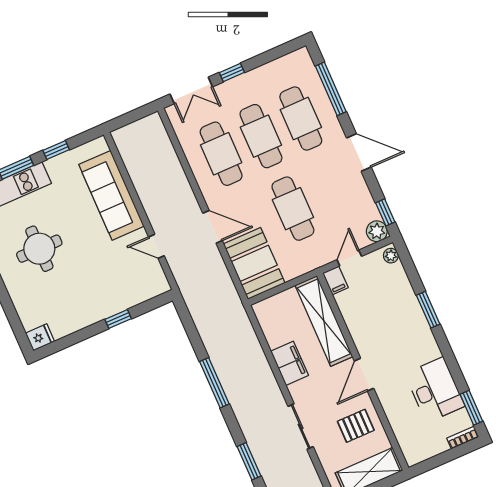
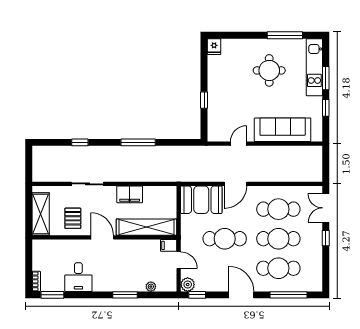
door: (359, 153) -> (241, 295), swing flipped
plant: (391, 256) -> (151, 287), moved
desk: (435, 390) -> (78, 277), width x0.73
window: (249, 461) -> (80, 142), width x0.67

